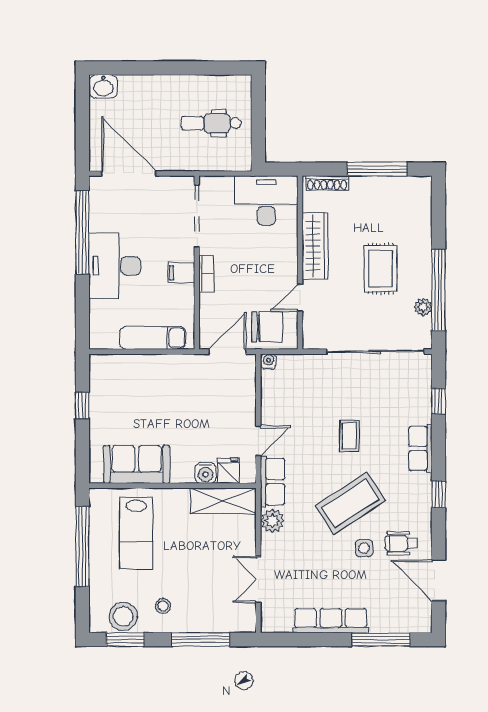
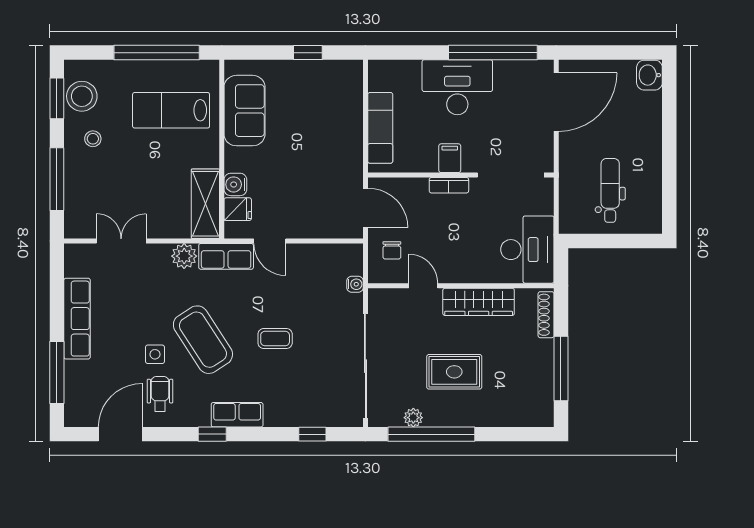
chair: (267, 327) -> (392, 250), width x0.54, depth x0.54
water cooler: (269, 361) -> (355, 284), moved
row of seats: (420, 448) -> (237, 415), moved

